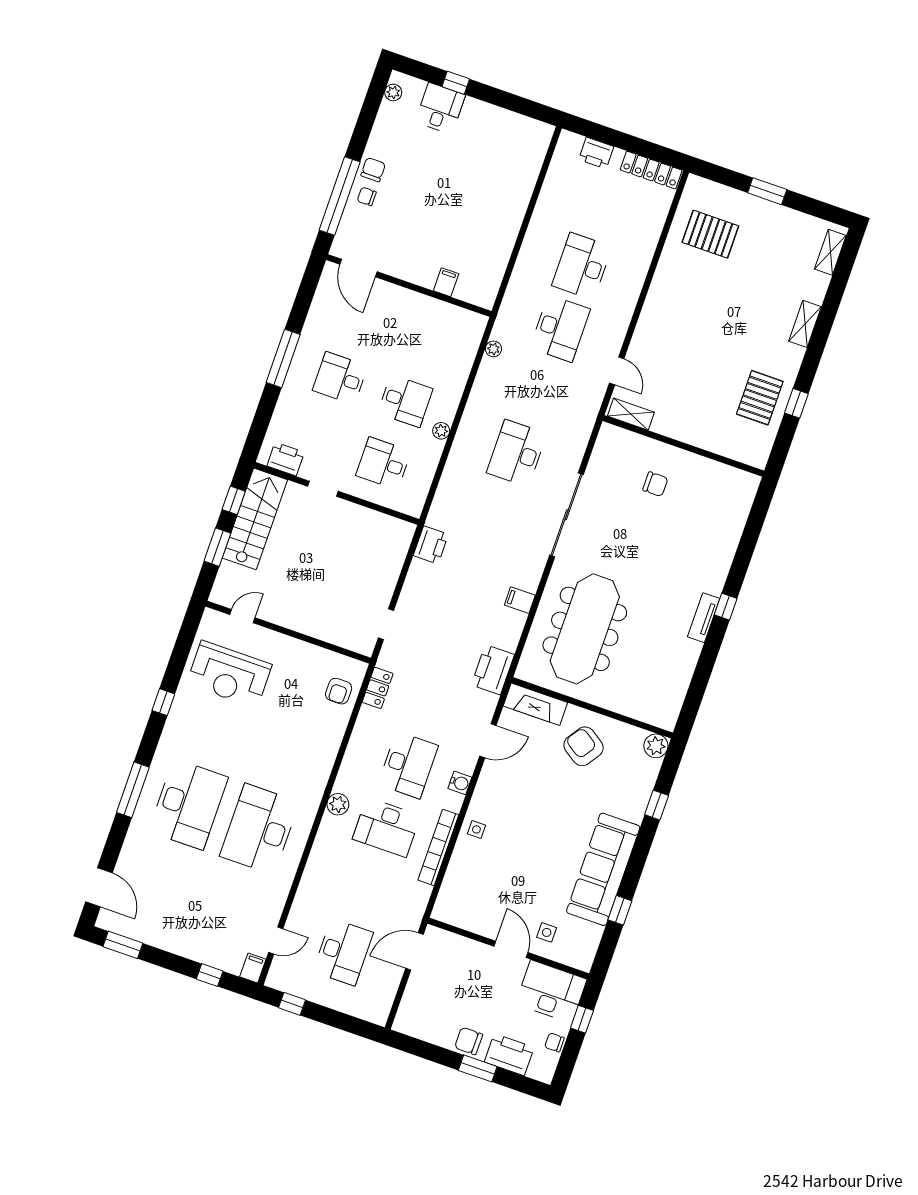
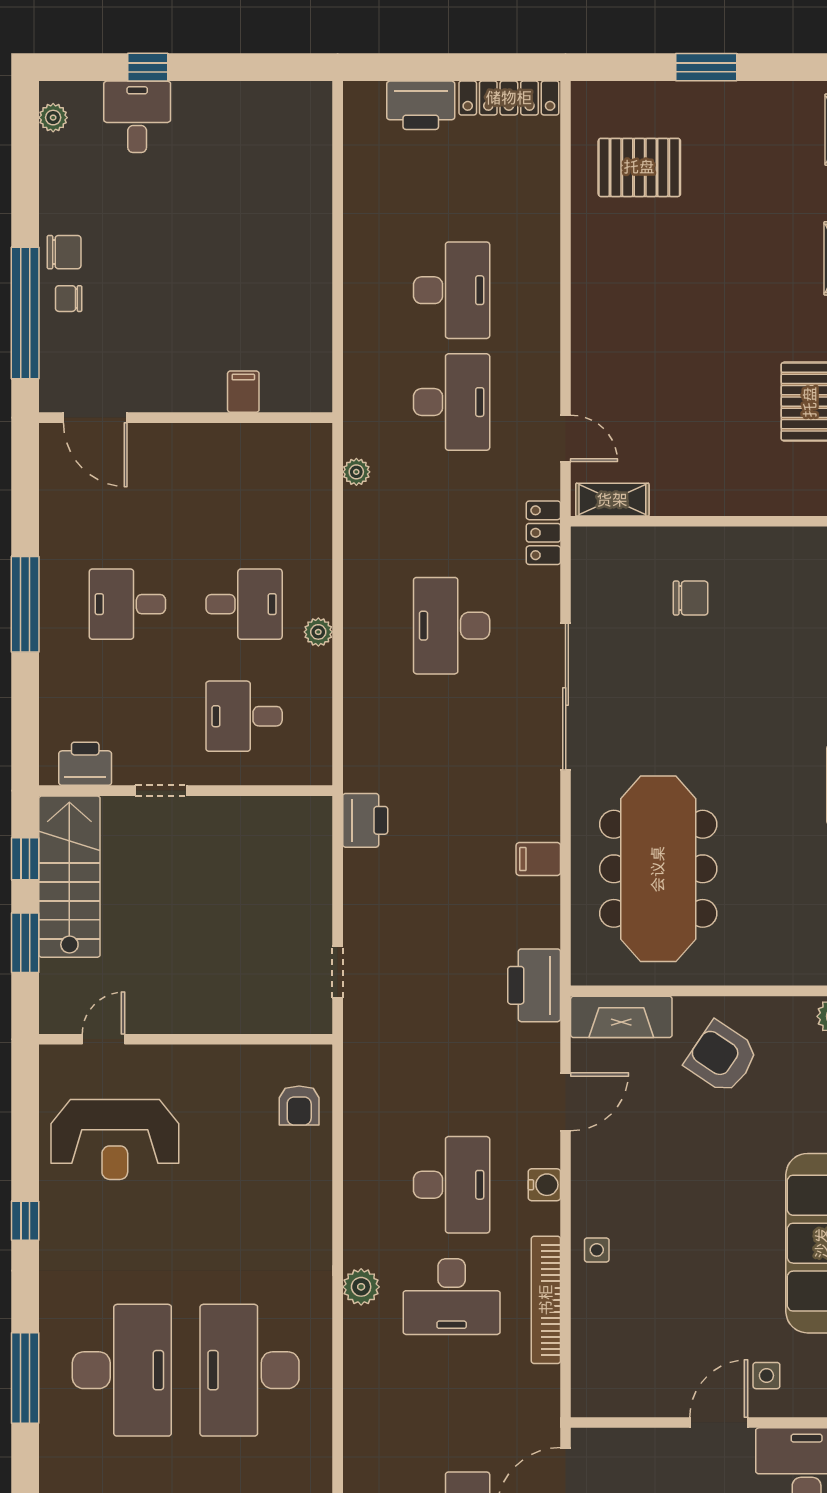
printer: (596, 153) -> (421, 105), width x1.37, depth x1.19
chair: (373, 170) -> (64, 252), turned 90
desk: (582, 266) -> (452, 290), turned 180
locker: (378, 688) -> (543, 533), moved, turned 180
door: (511, 949) -> (719, 1423), hinge flipped

